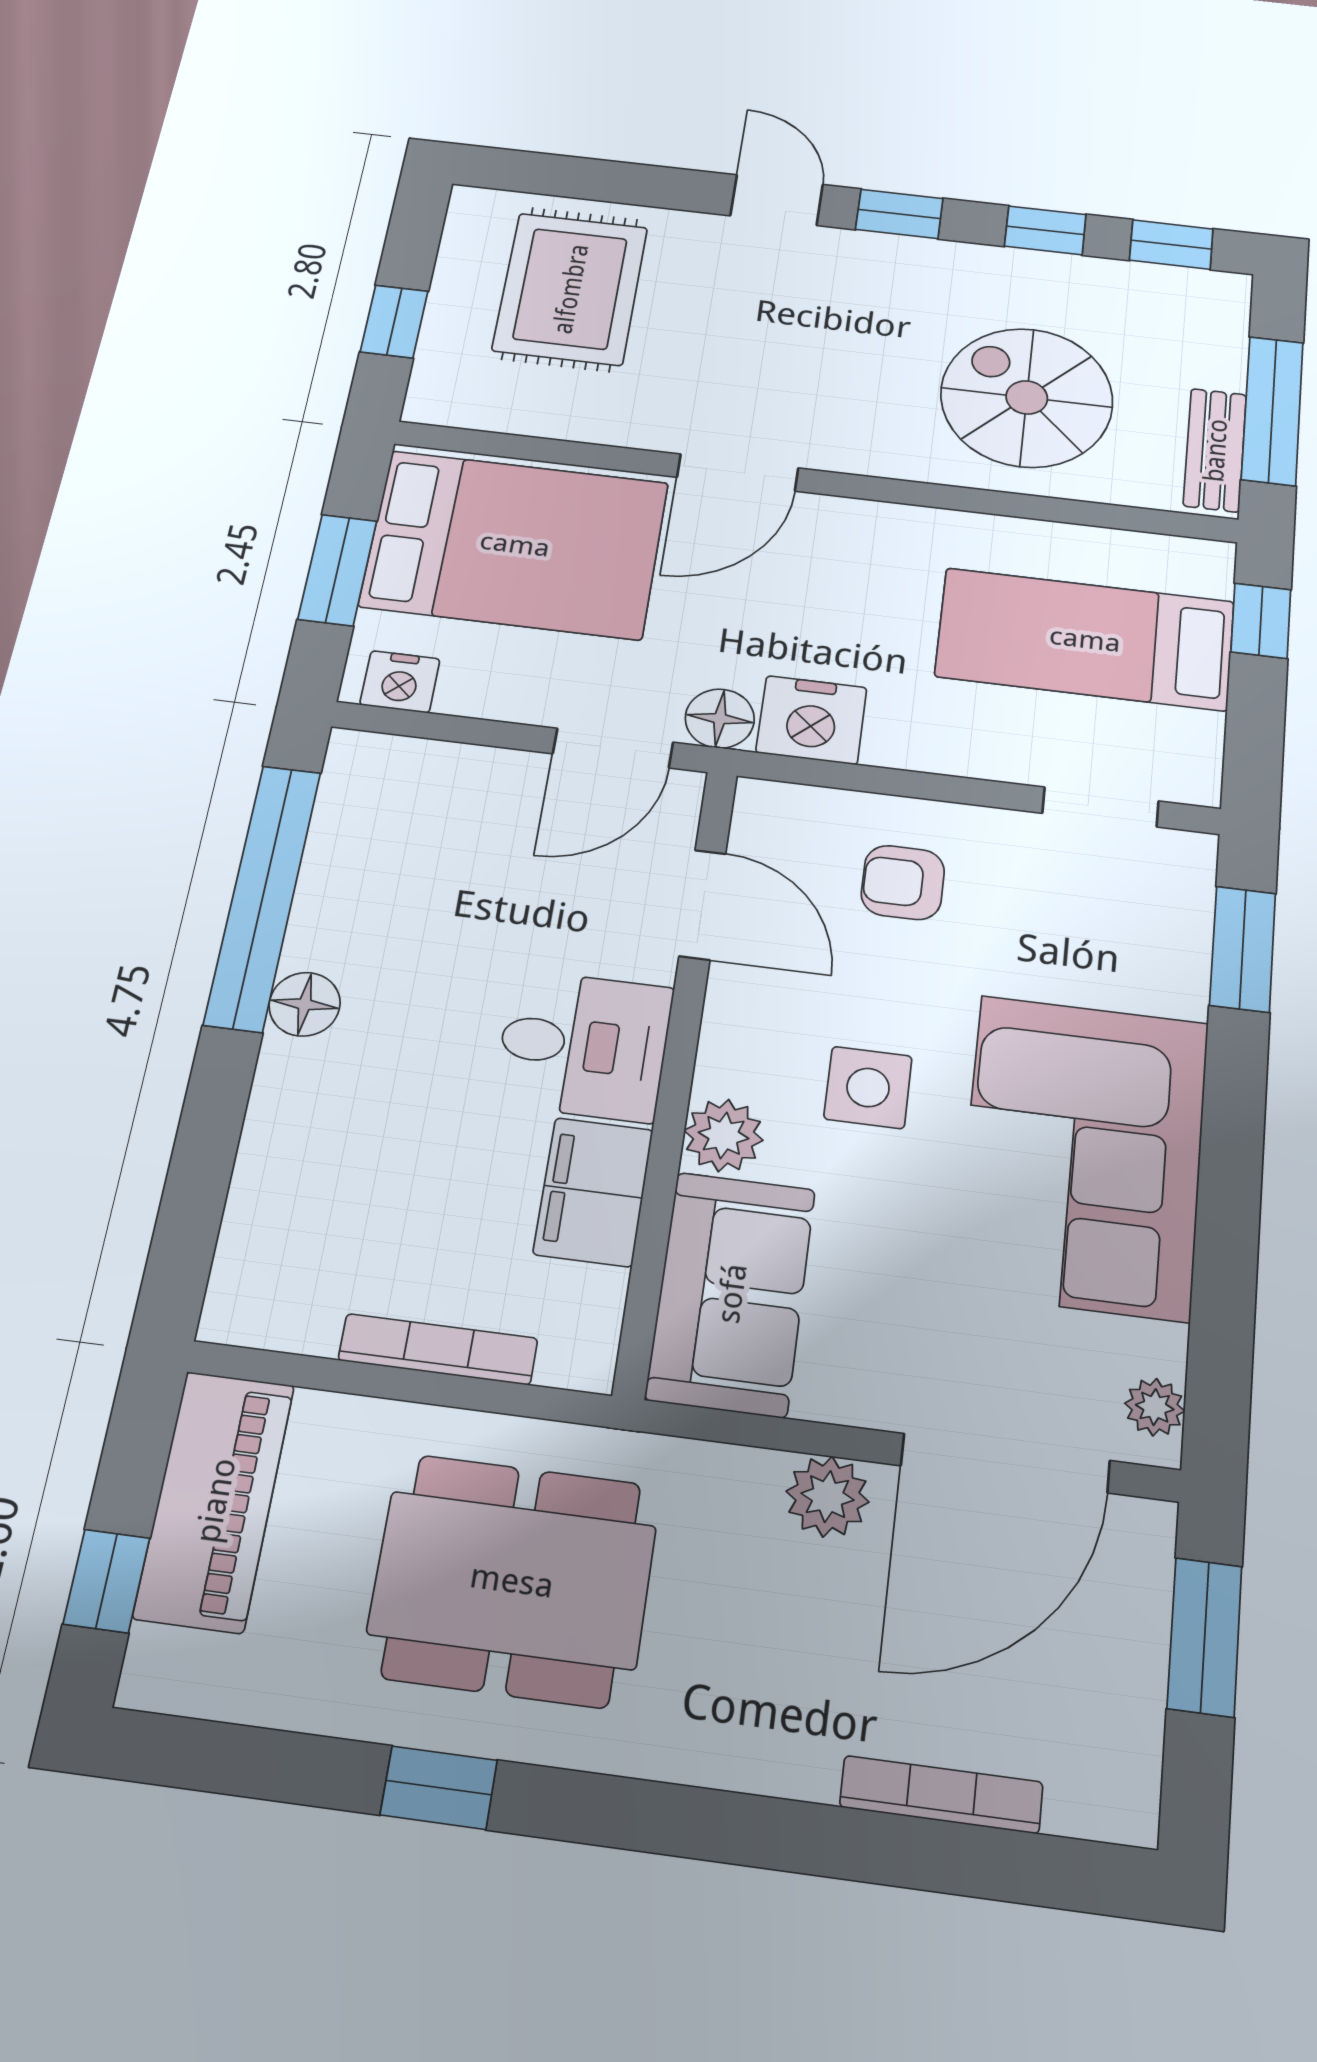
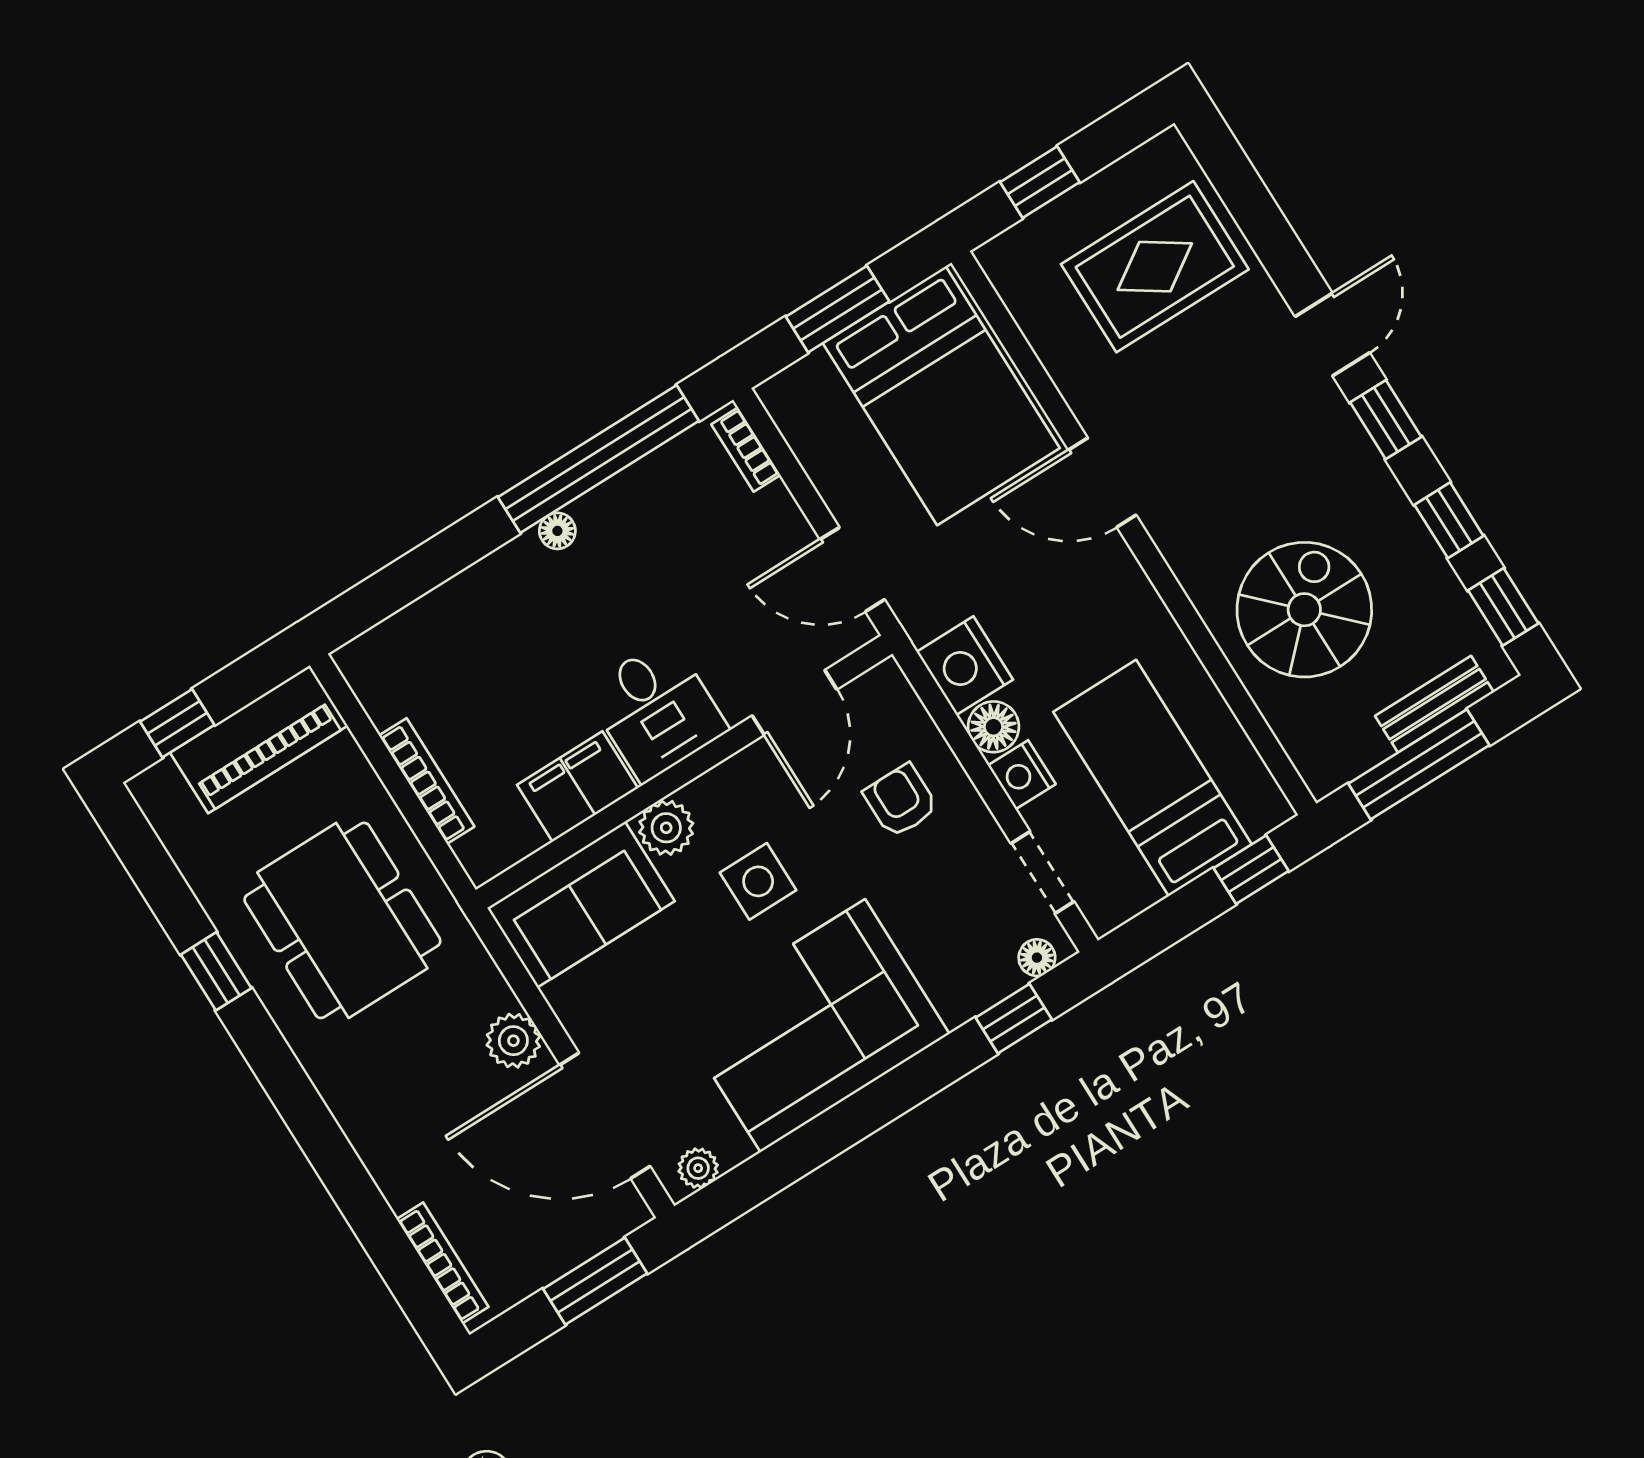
bench: (1215, 450) -> (1435, 704), moved
nightstand: (400, 682) -> (1022, 775), moved
floor lamp: (720, 719) -> (993, 727), moved
bookcase: (393, 753) -> (746, 450), added
floor lamp: (1192, 878) -> (1037, 958), added
window: (1243, 949) -> (1014, 1019), width x0.67
floor lamp: (305, 1004) -> (557, 531), width x0.73, depth x0.73
bookcase: (941, 1795) -> (443, 1263), moved

